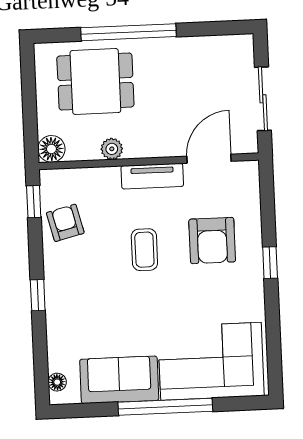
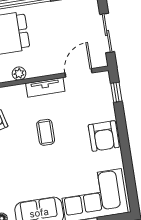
armchair: (212, 241) -> (104, 136), moved
window: (270, 263) -> (116, 92), moved

